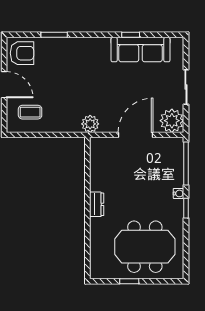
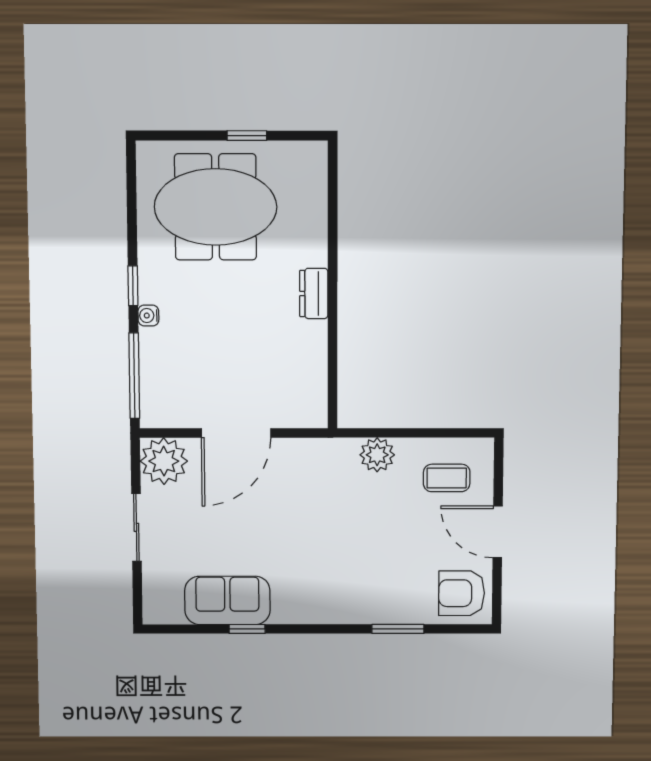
sofa: (140, 50) -> (227, 600), width x0.73
plant: (90, 124) -> (377, 455), moved

